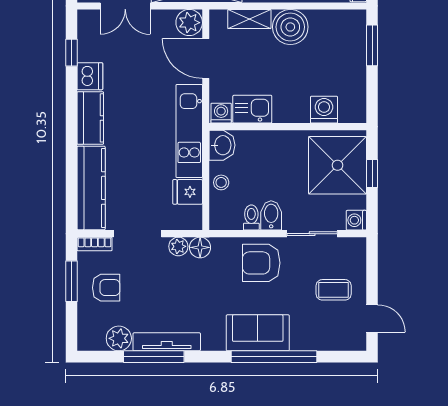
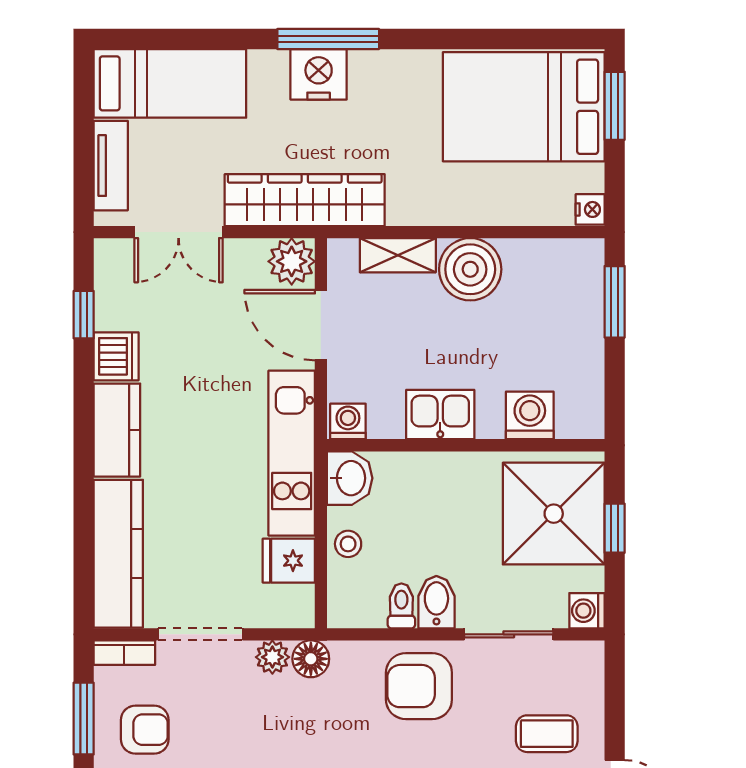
kitchen sink: (252, 109) -> (440, 415), moved

